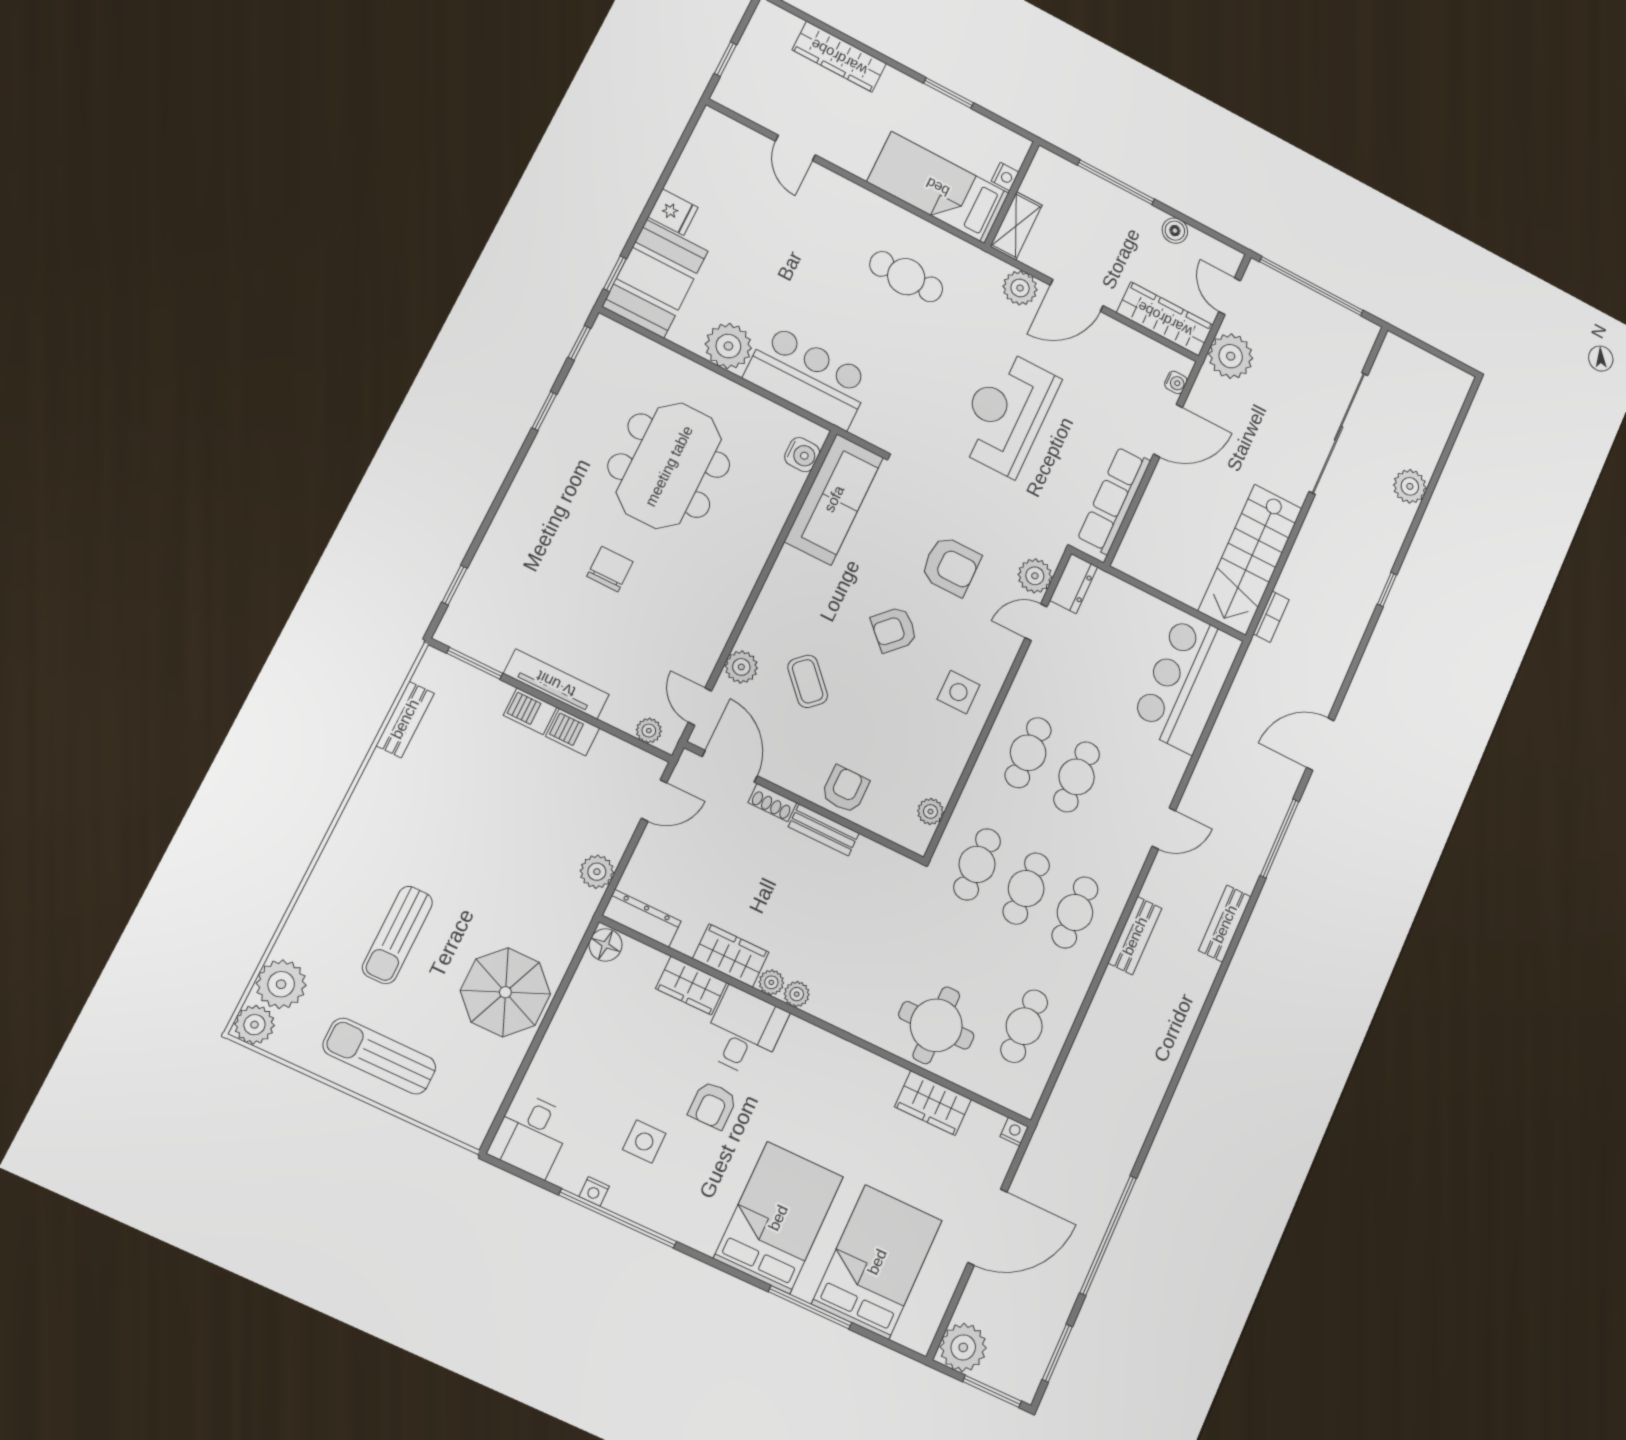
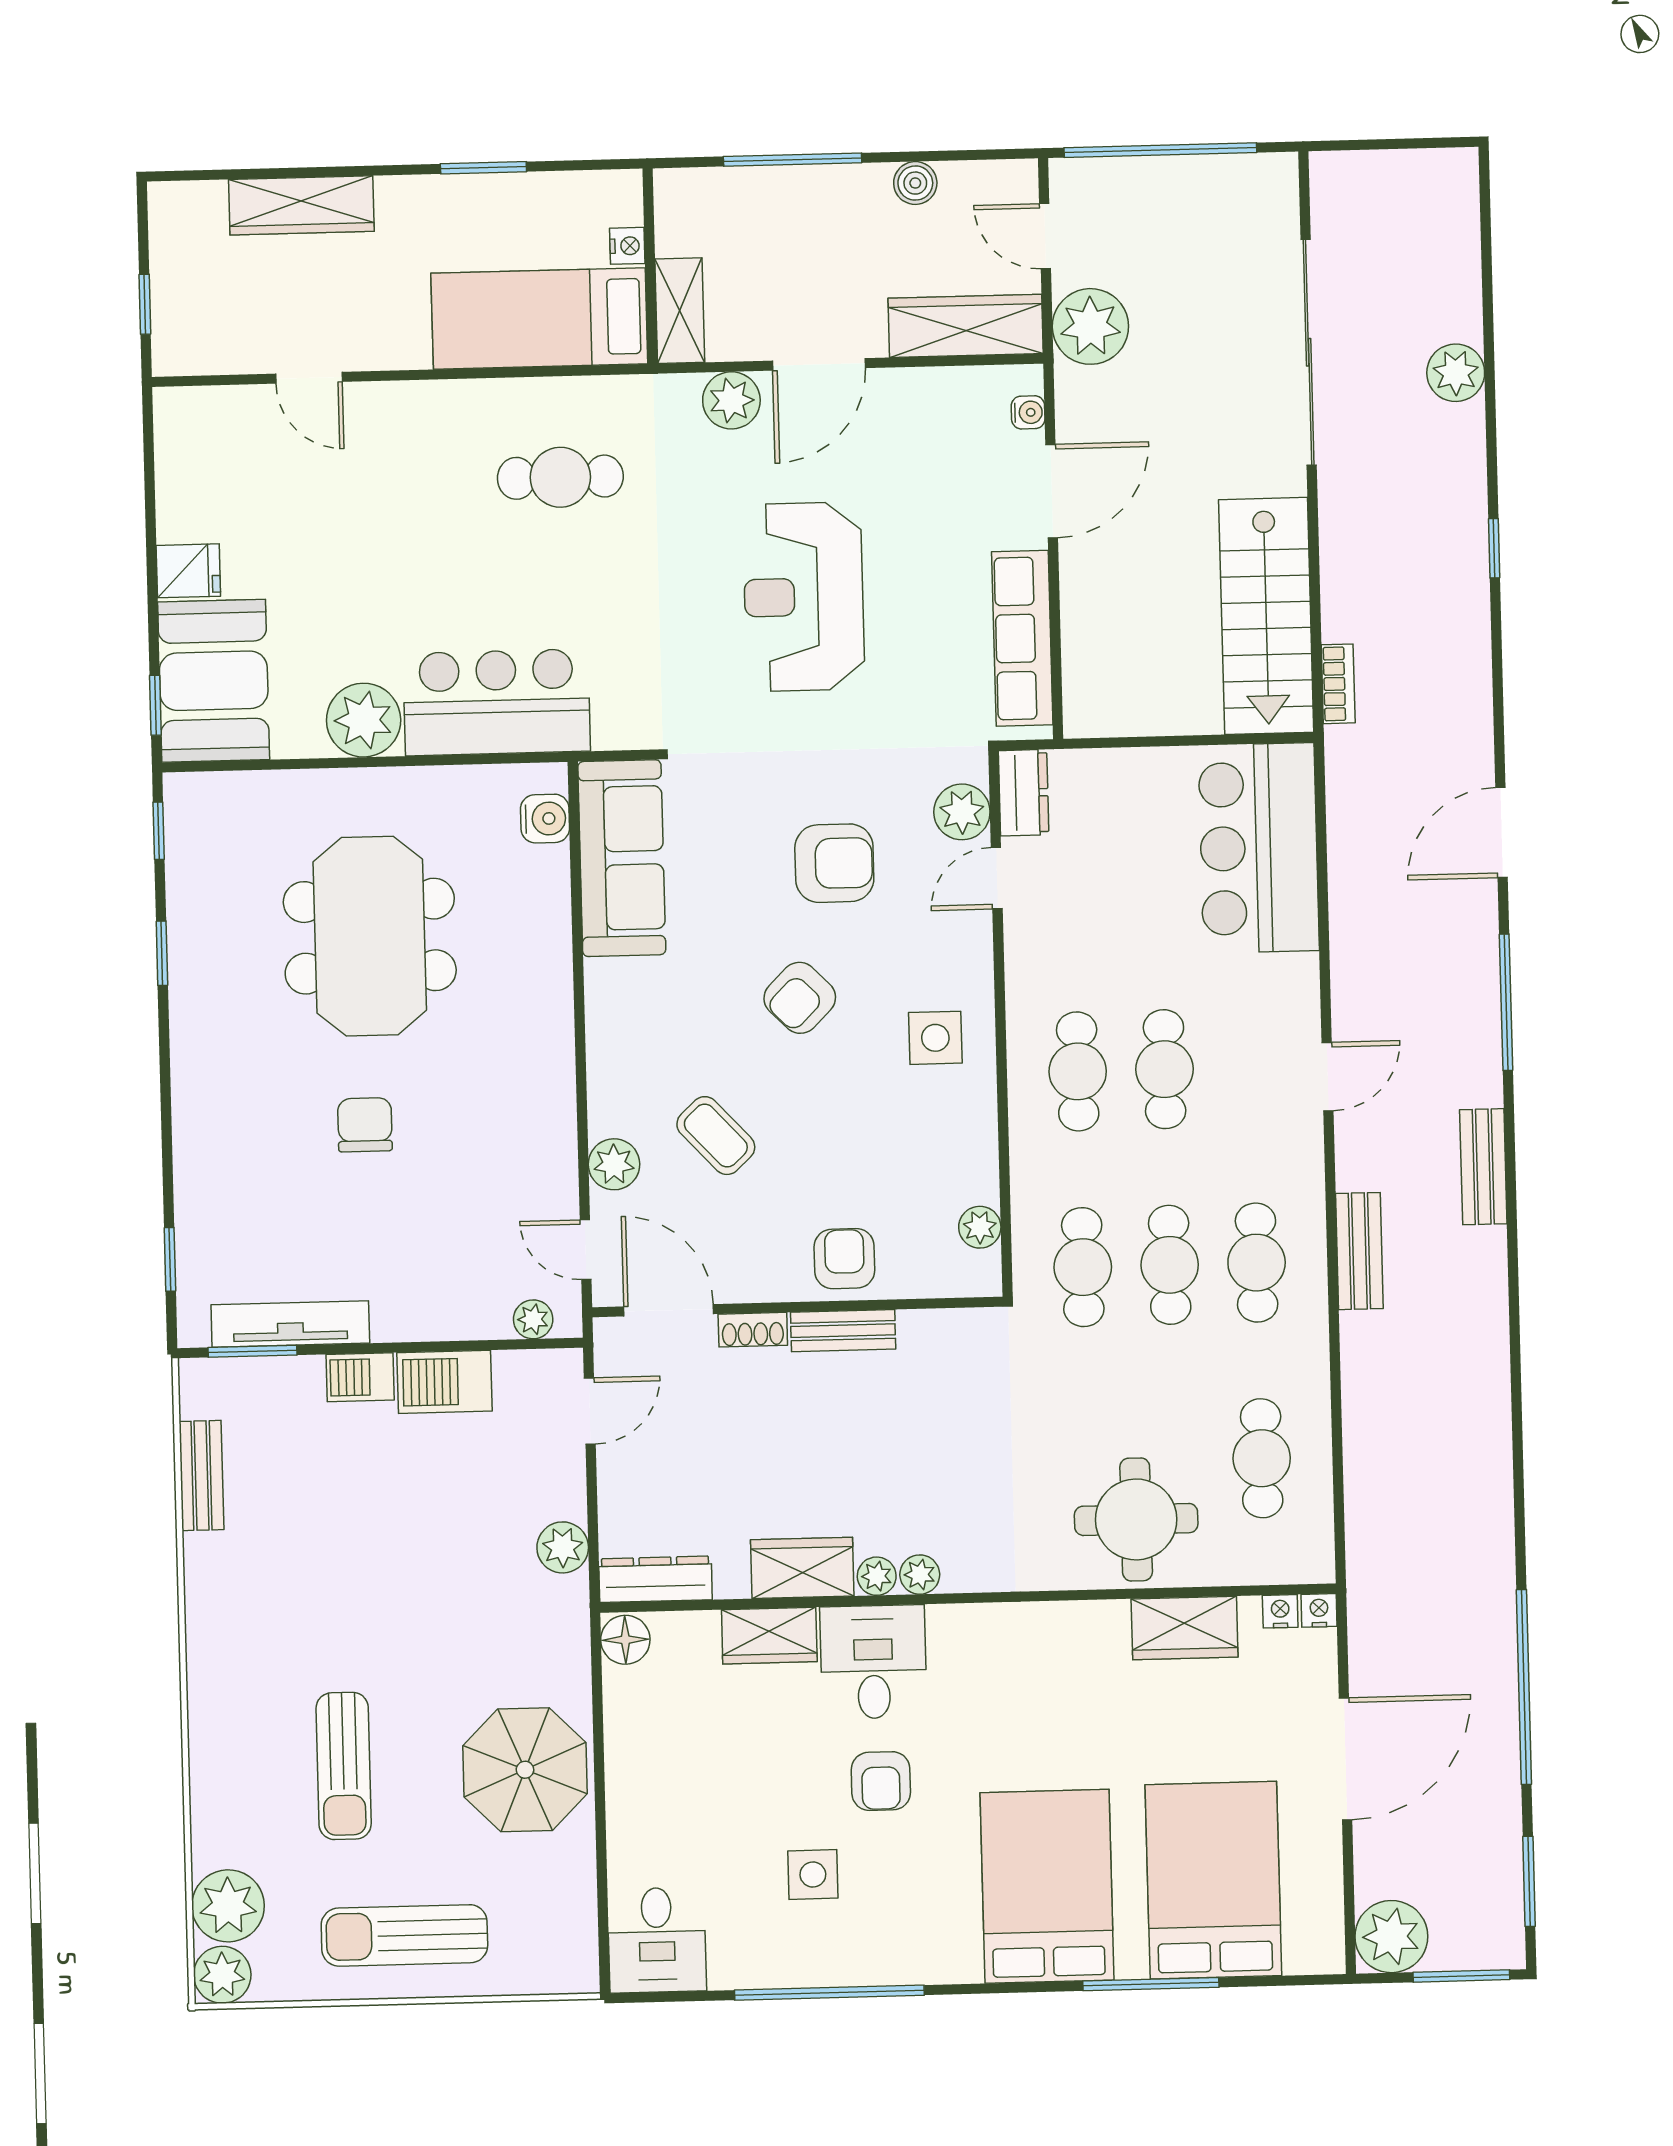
tv unit: (556, 684) -> (290, 1324), moved
barbecue: (572, 732) -> (445, 1382), width x1.38, depth x1.27
nightstand: (594, 1191) -> (1280, 1611), moved, turned 180

